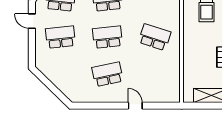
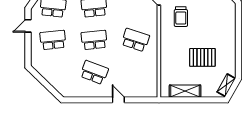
door: (32, 21) -> (28, 26), hinge flipped
school desk: (107, 74) -> (94, 72), turned 33

